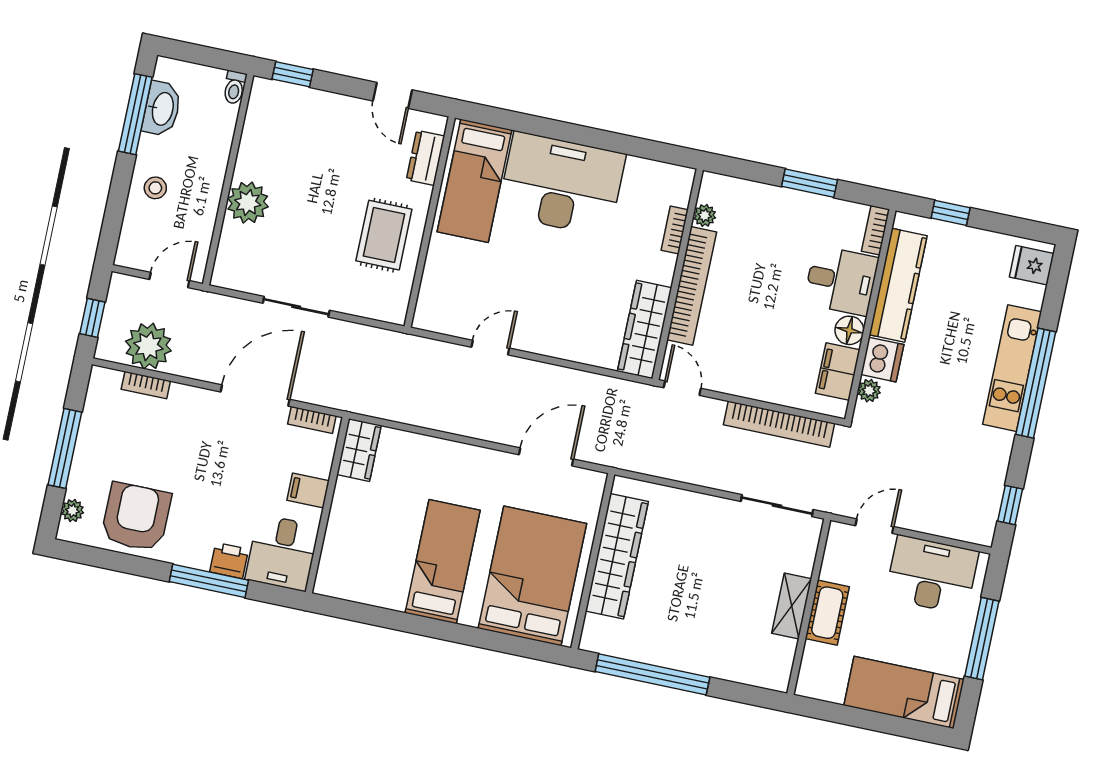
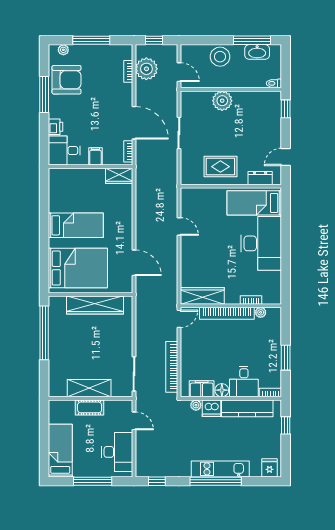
stool: (155, 188) -> (220, 57), width x1.89, depth x1.89
window: (209, 581) -> (44, 95), moved
shelving: (792, 606) -> (89, 388), width x1.50, depth x1.33

